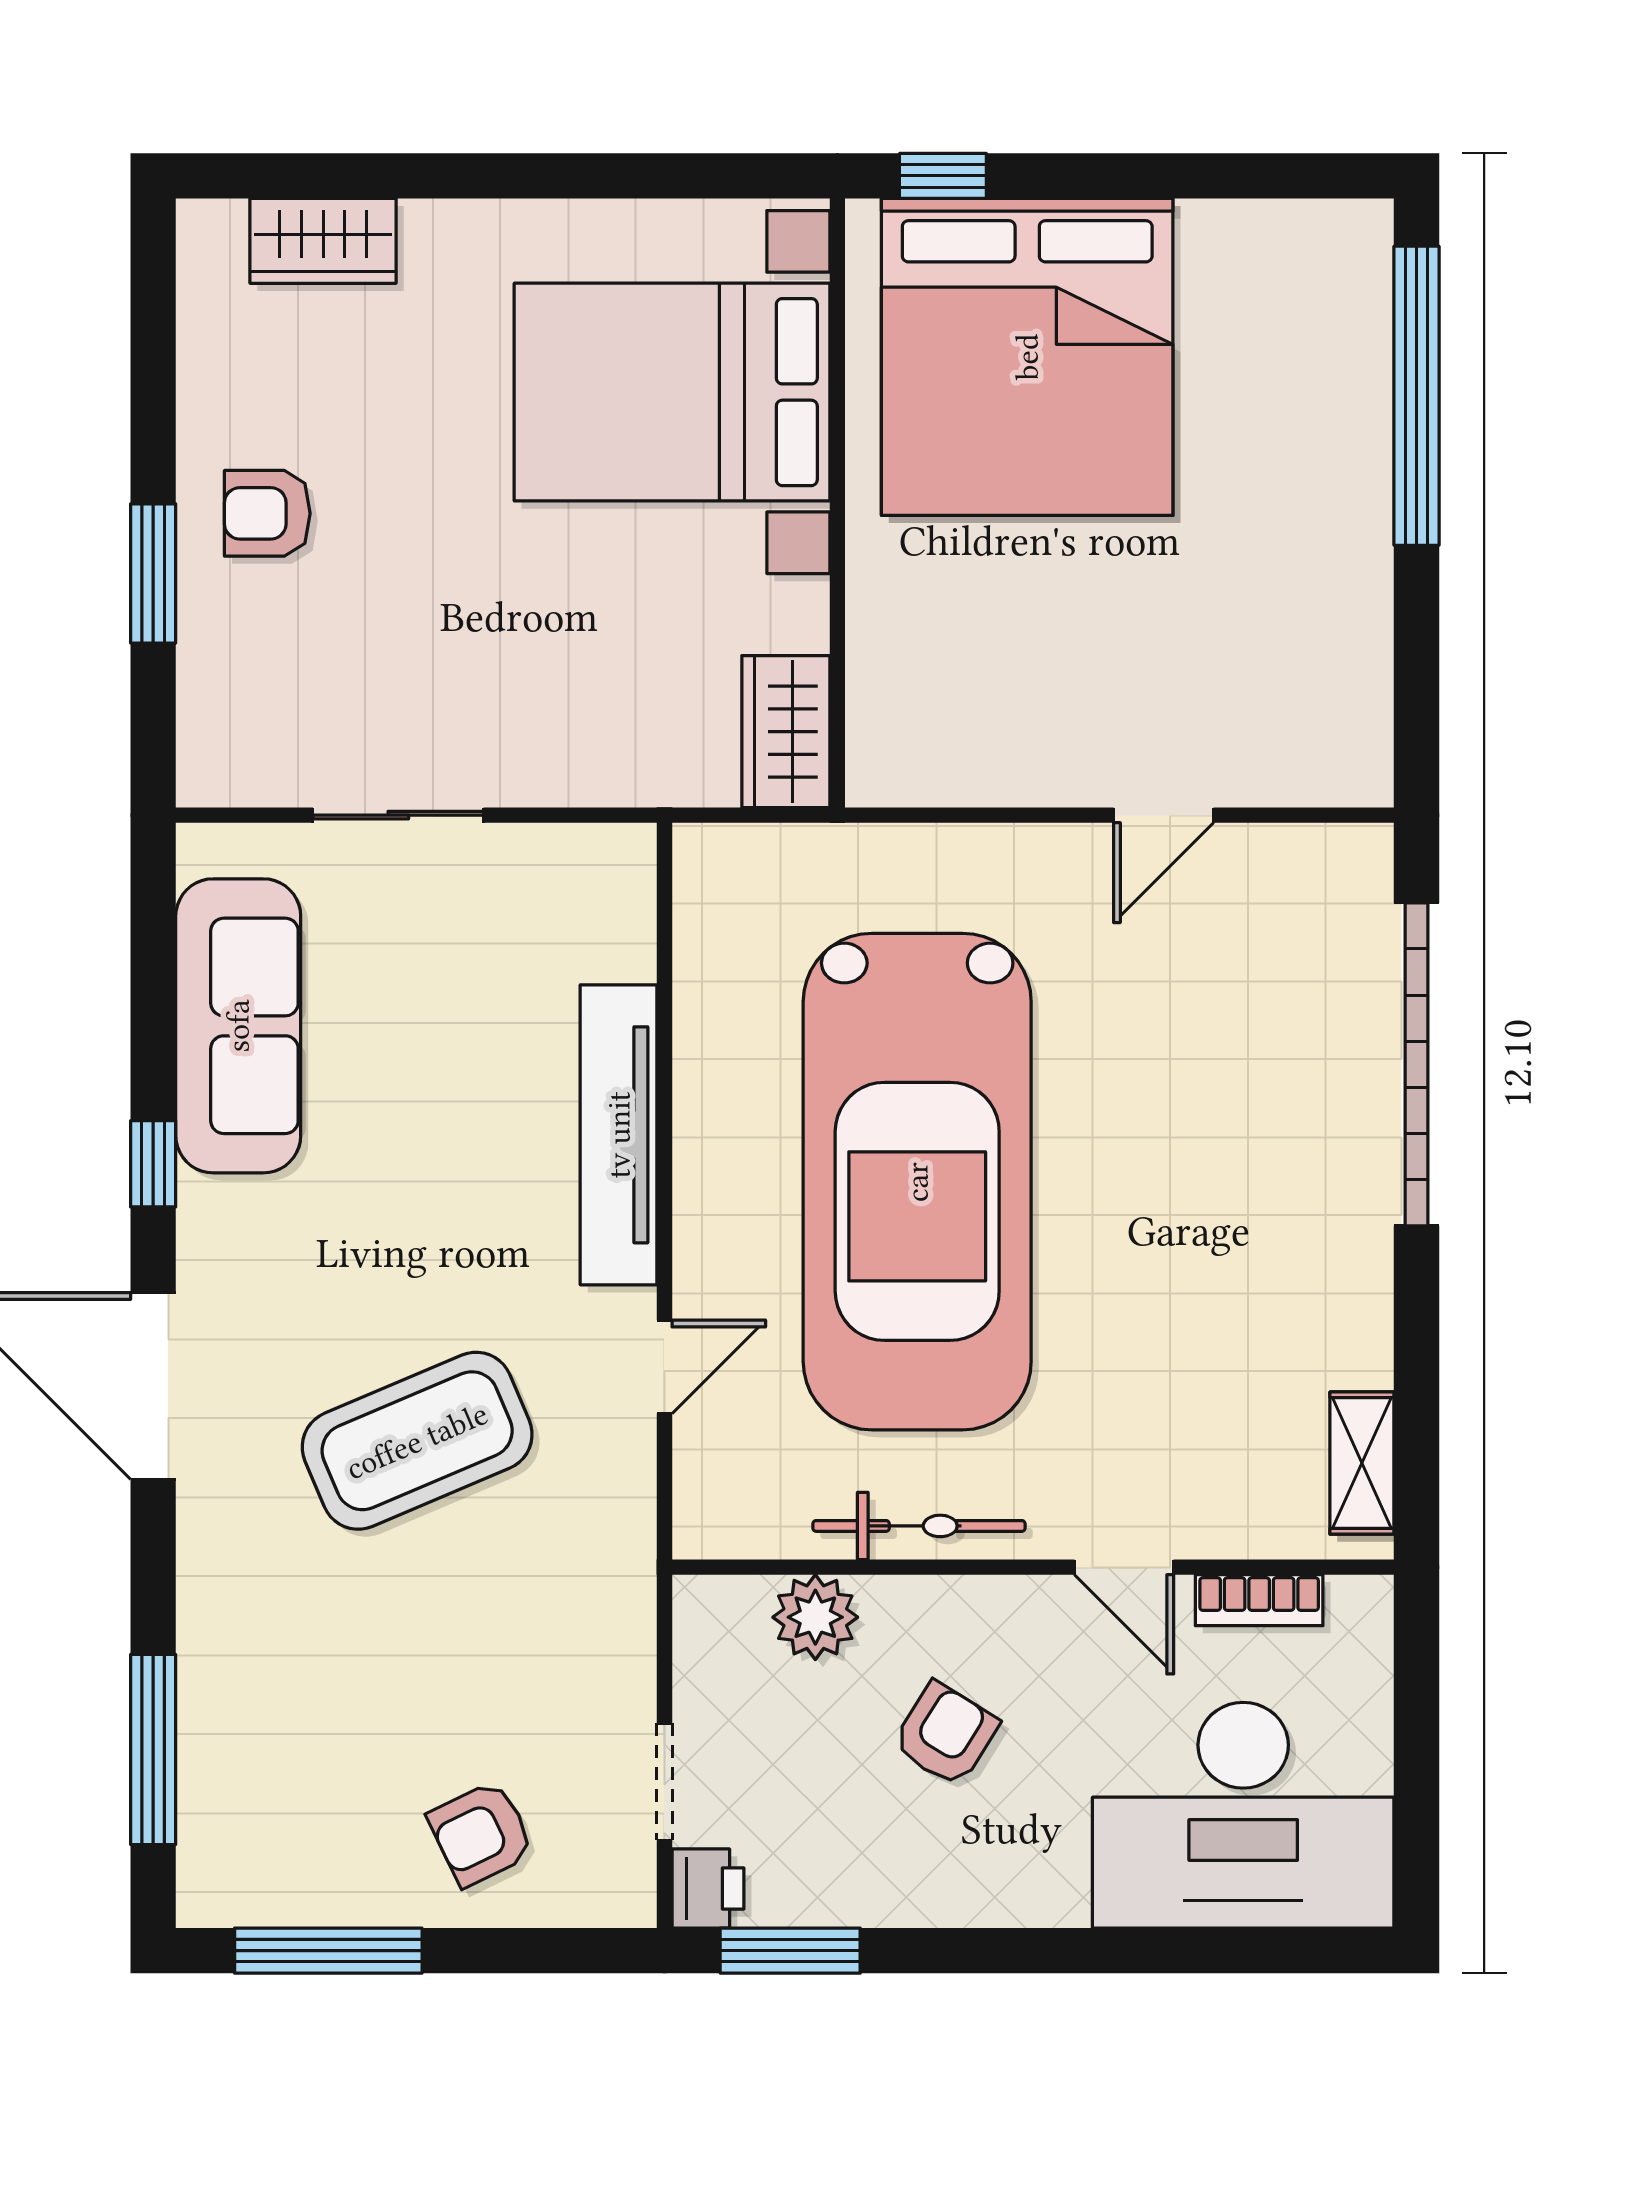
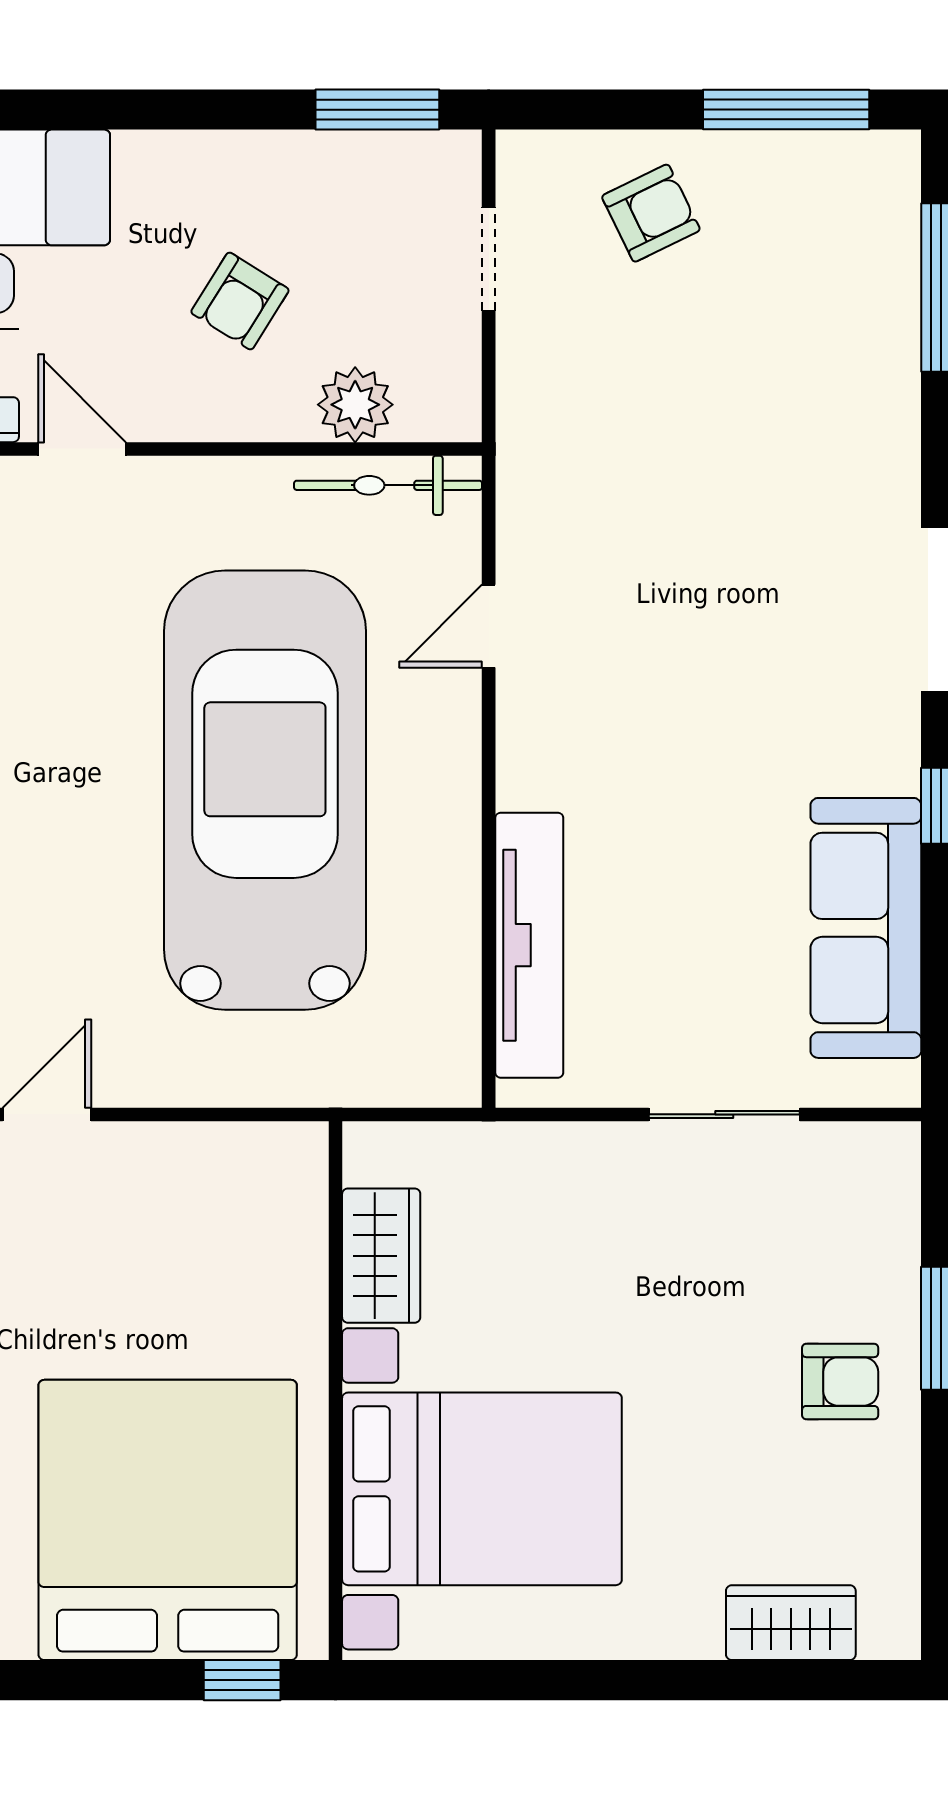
wardrobe: (786, 732) -> (381, 1256), moved
tv unit: (619, 1135) -> (529, 945), moved
coffee table: (417, 1441) -> (708, 561), removed
bicycle: (919, 1526) -> (388, 485), moved
printer: (708, 1889) -> (450, 164), removed

